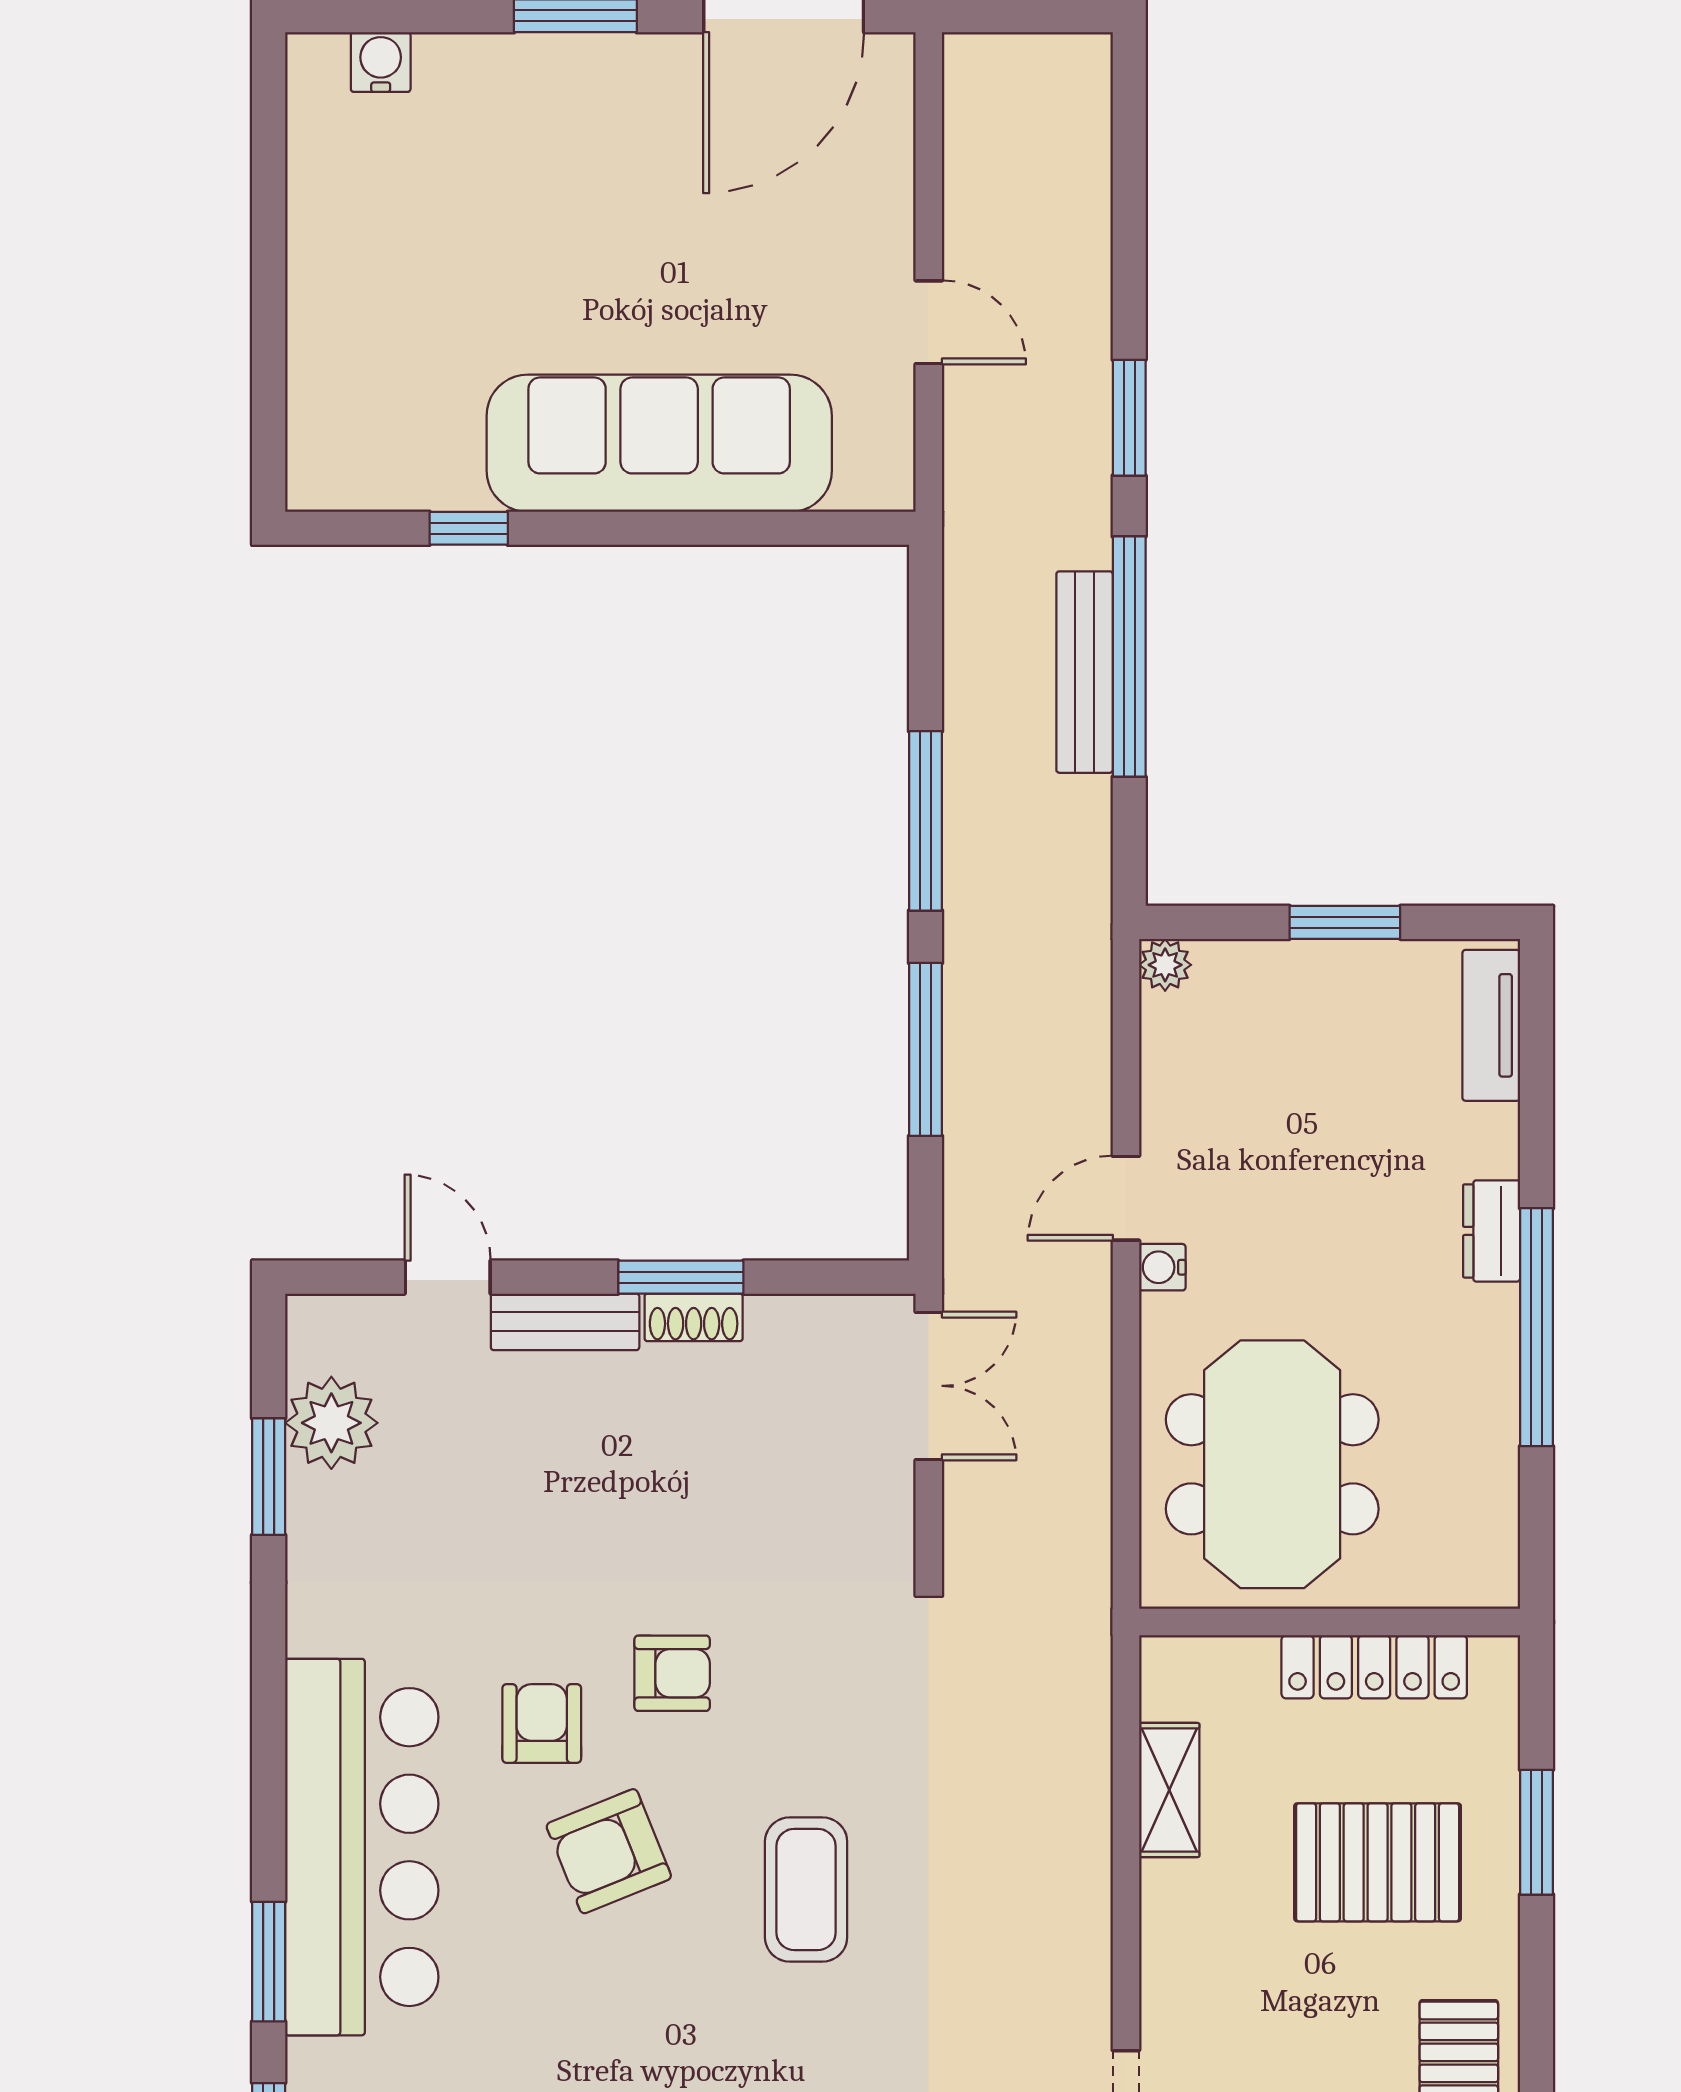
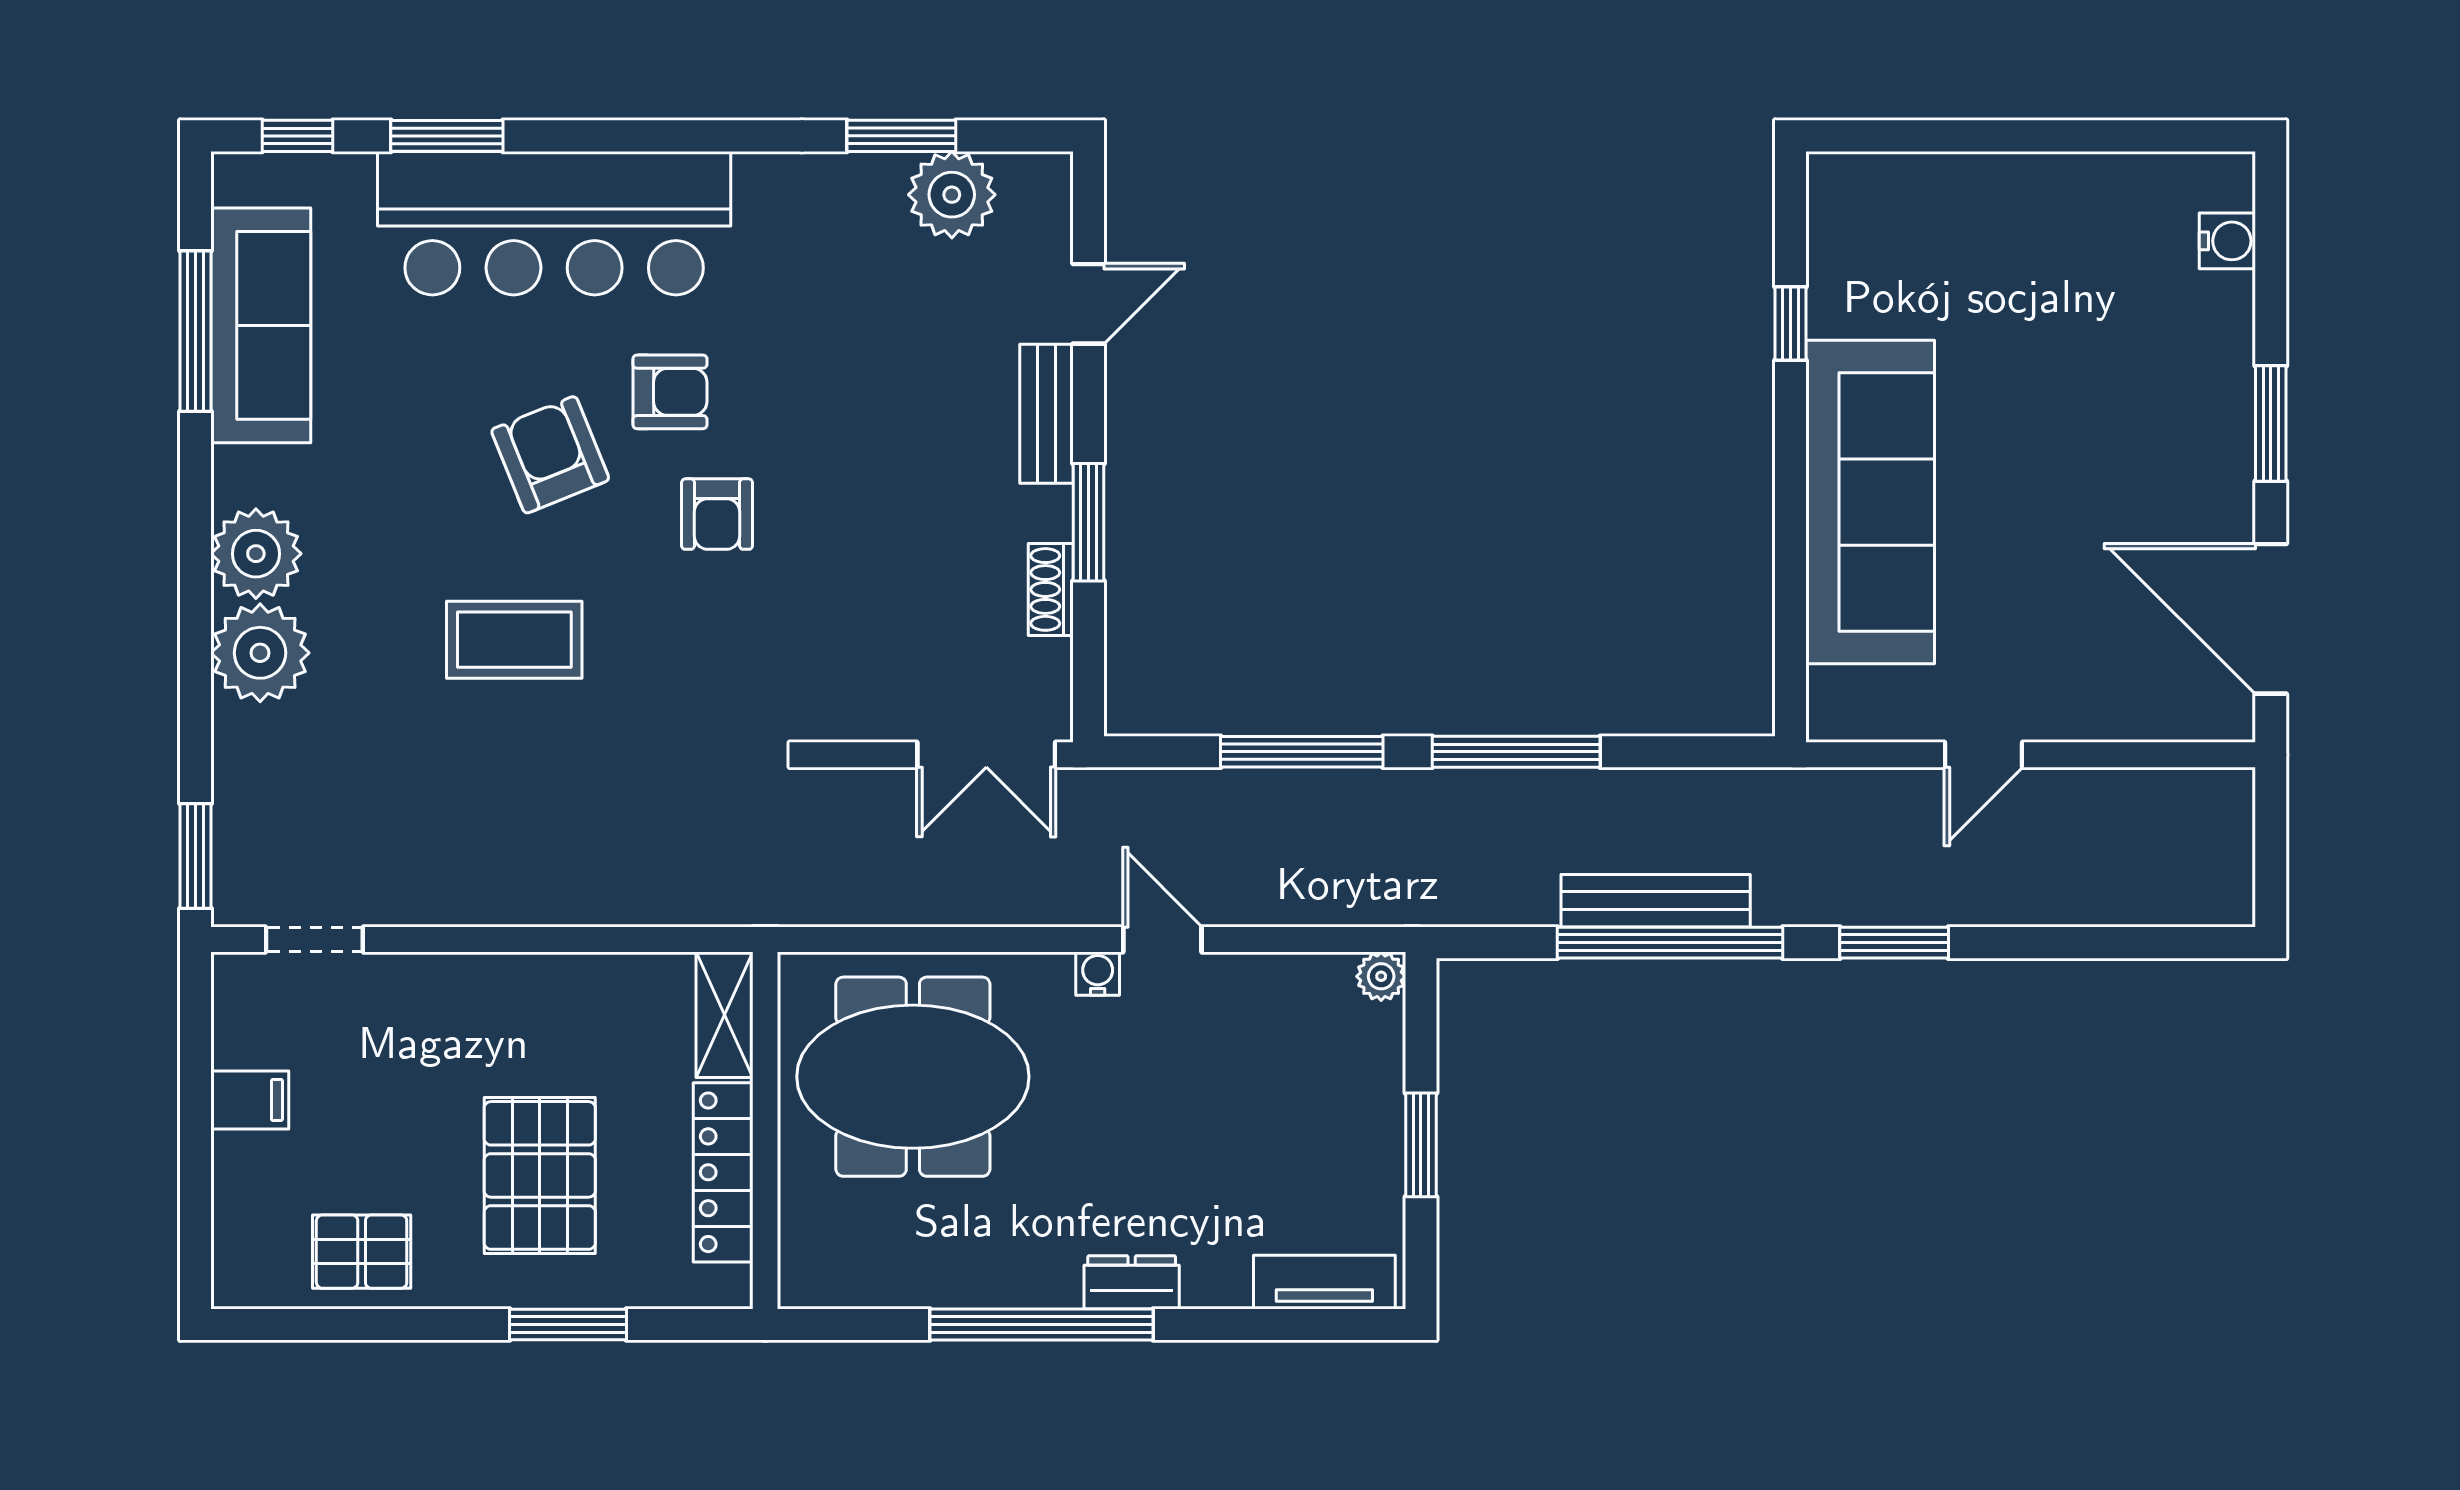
shoe rack: (694, 1317) -> (1051, 589), moved
shelving: (1169, 1790) -> (724, 1015), moved, turned 90

